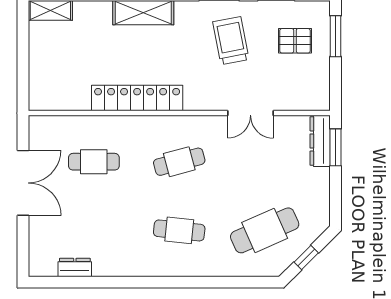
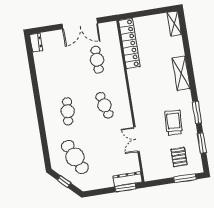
trolley: (231, 41) -> (174, 123), turned -76
locker: (137, 98) -> (129, 44), moved
dresser: (75, 268) -> (36, 43), moved

